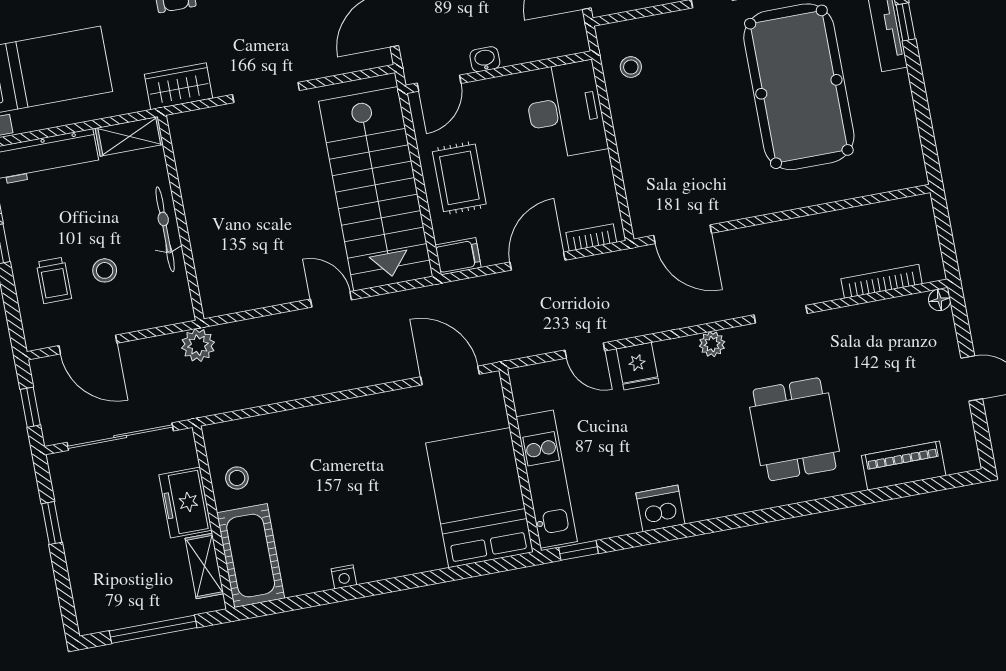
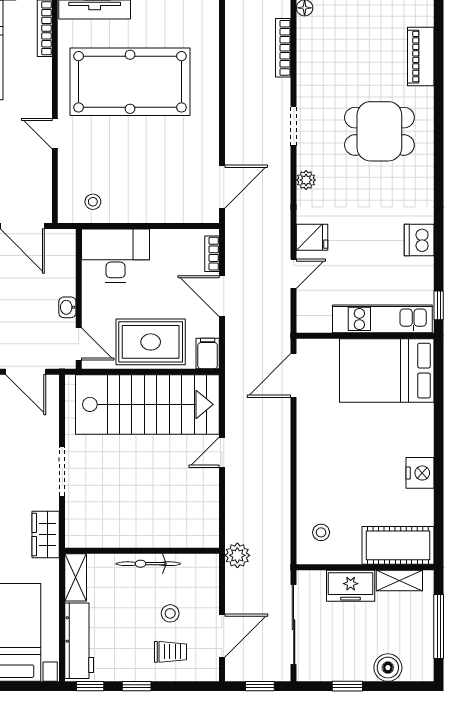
rug: (459, 178) -> (151, 342), width x1.36, depth x1.43
stool: (237, 478) -> (321, 532), moved
boiler: (86, 572) -> (388, 668), added
nightstand: (344, 577) -> (420, 473), width x1.89, depth x1.79

